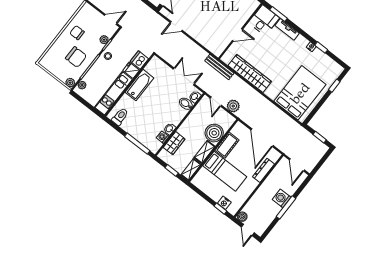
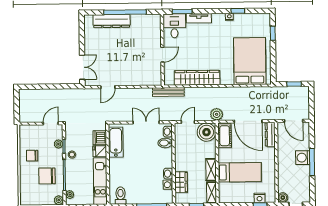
chair: (76, 57) -> (47, 176), turned 180
bathtub: (139, 85) -> (116, 142), moved
door: (216, 102) -> (188, 122), swing flipped
plant: (233, 106) -> (217, 114), moved
boiler: (214, 133) -> (206, 132), moved
cot: (227, 145) -> (225, 136), moved
dresser: (263, 170) -> (270, 135), moved

